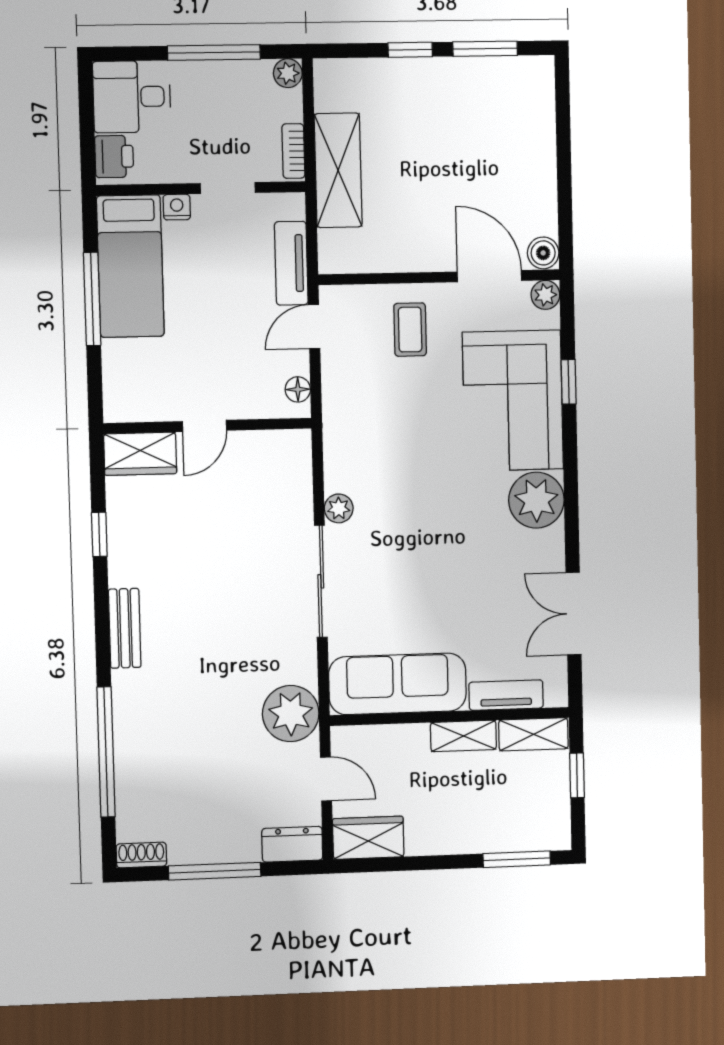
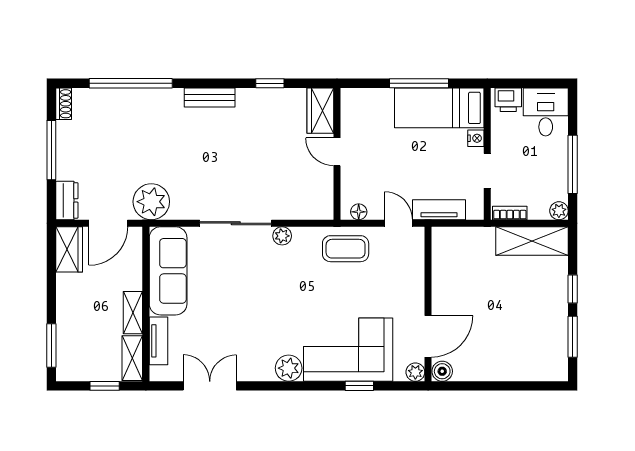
shelving: (338, 170) -> (532, 241), moved
coffee table: (410, 330) -> (346, 249), moved, width x1.36, depth x1.30
plant: (536, 500) -> (289, 368), width x0.73, depth x0.73
door: (326, 779) -> (108, 223), width x1.37

